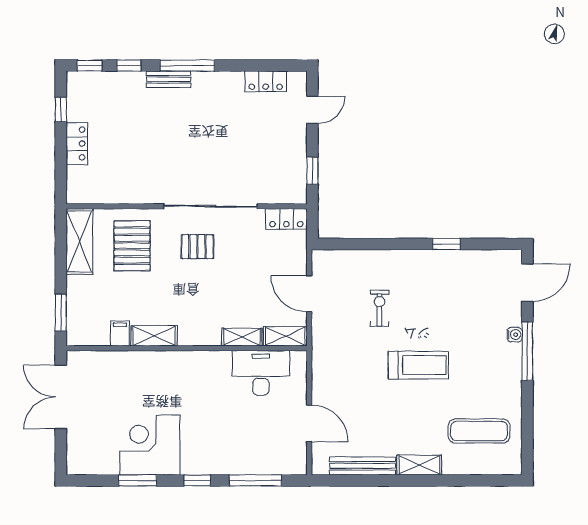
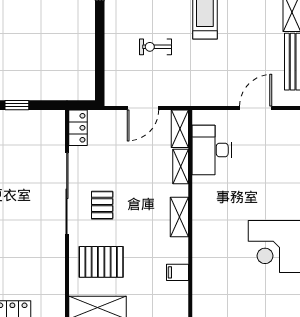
window: (312, 171) -> (17, 105), moved
shelving: (154, 336) -> (179, 217), moved

